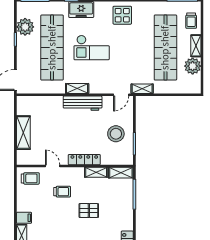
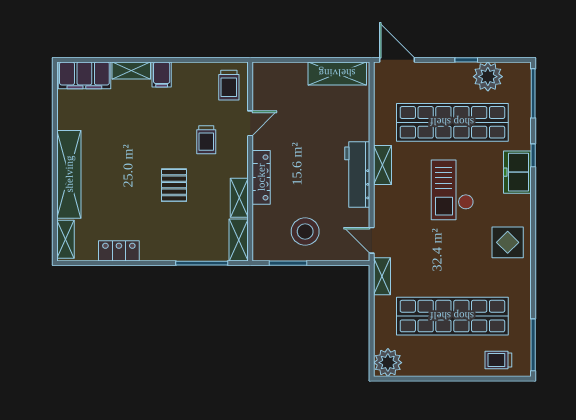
shelving: (196, 46) -> (455, 368), removed
plant: (193, 66) -> (388, 363), moved
shelving: (23, 133) -> (337, 73), moved

